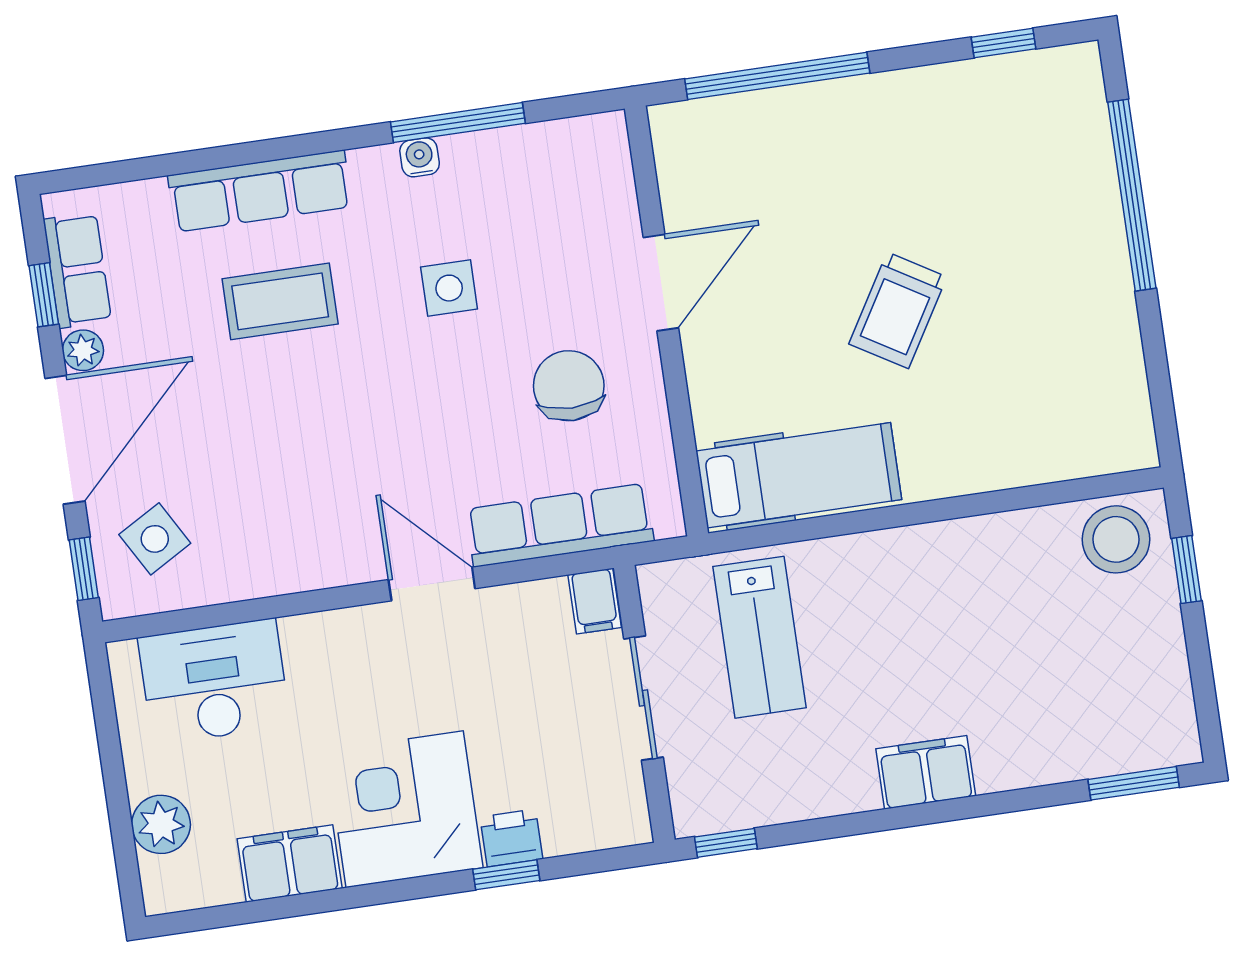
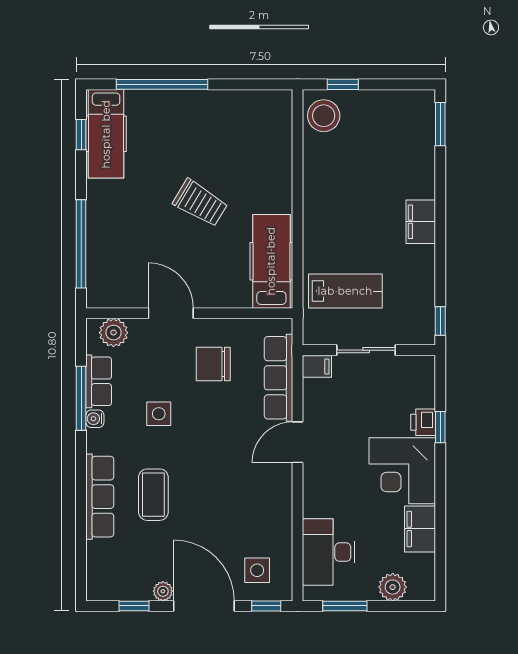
hospital bed: (1013, 94) -> (106, 134), added
plant: (604, 170) -> (113, 333), added
row of seats: (77, 270) -> (99, 381), moved, turned 90
side table: (155, 539) -> (257, 570), turned 30
window: (107, 731) -> (345, 606), added

